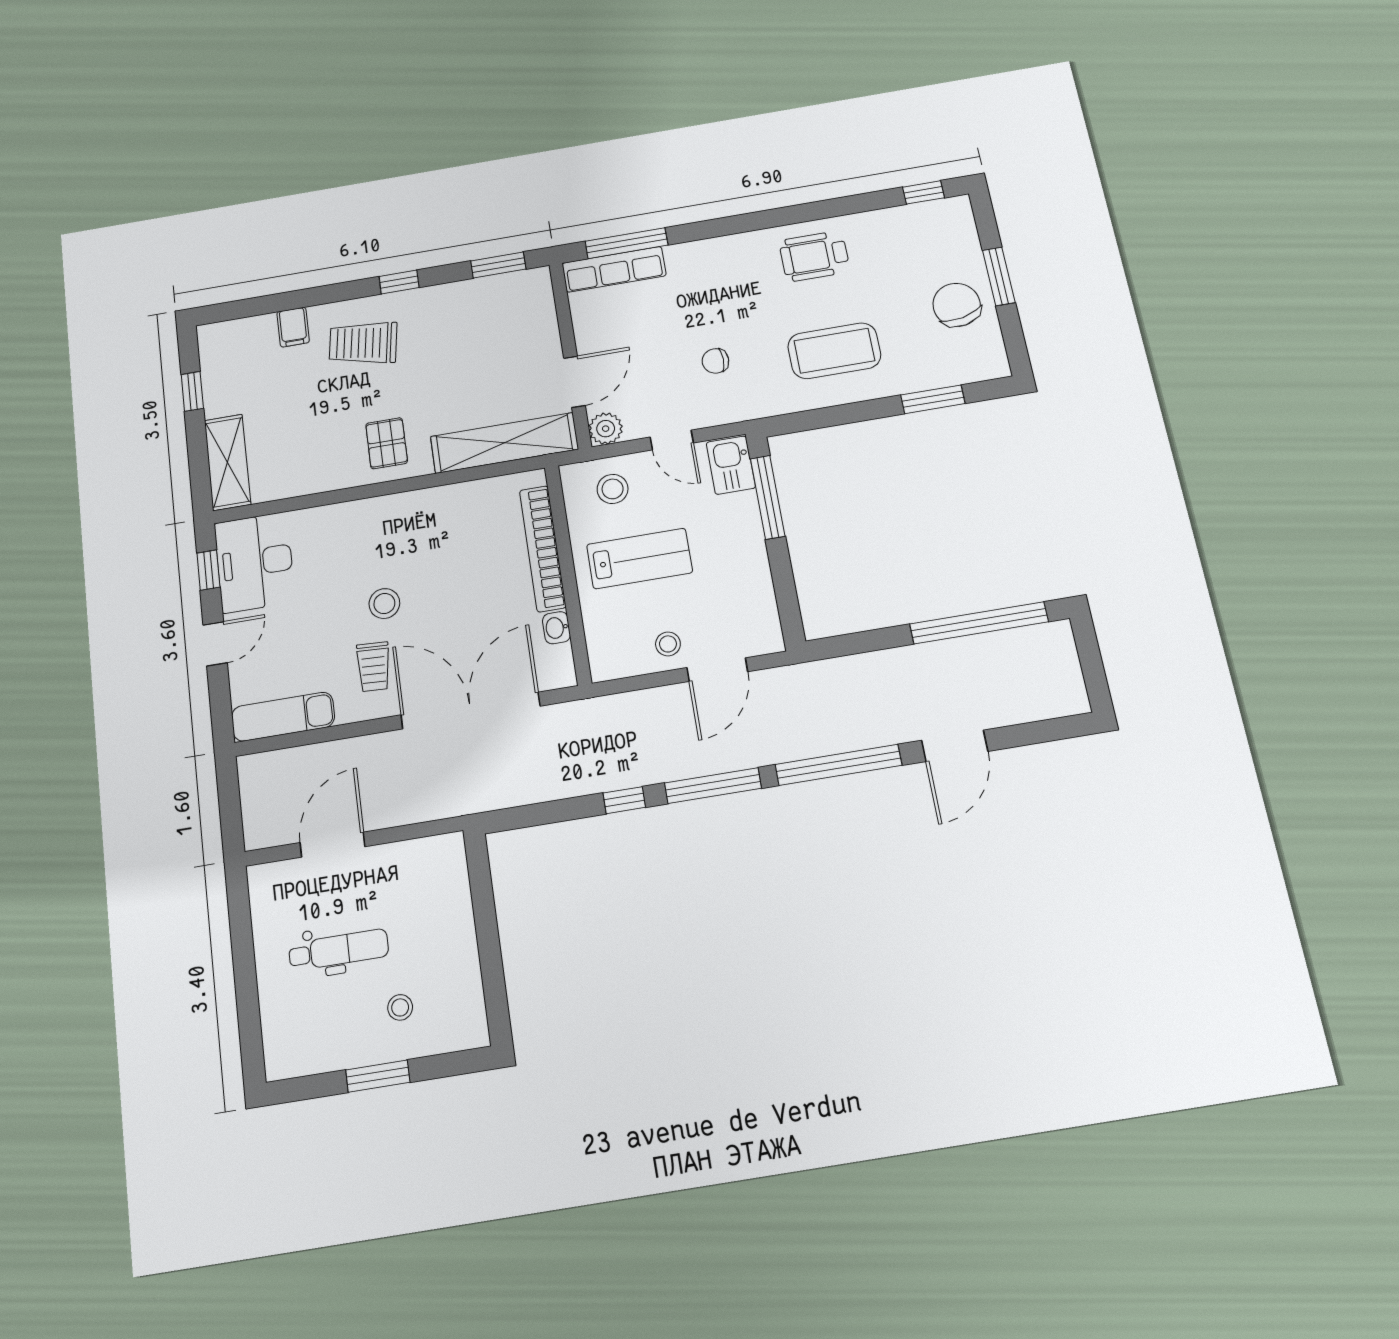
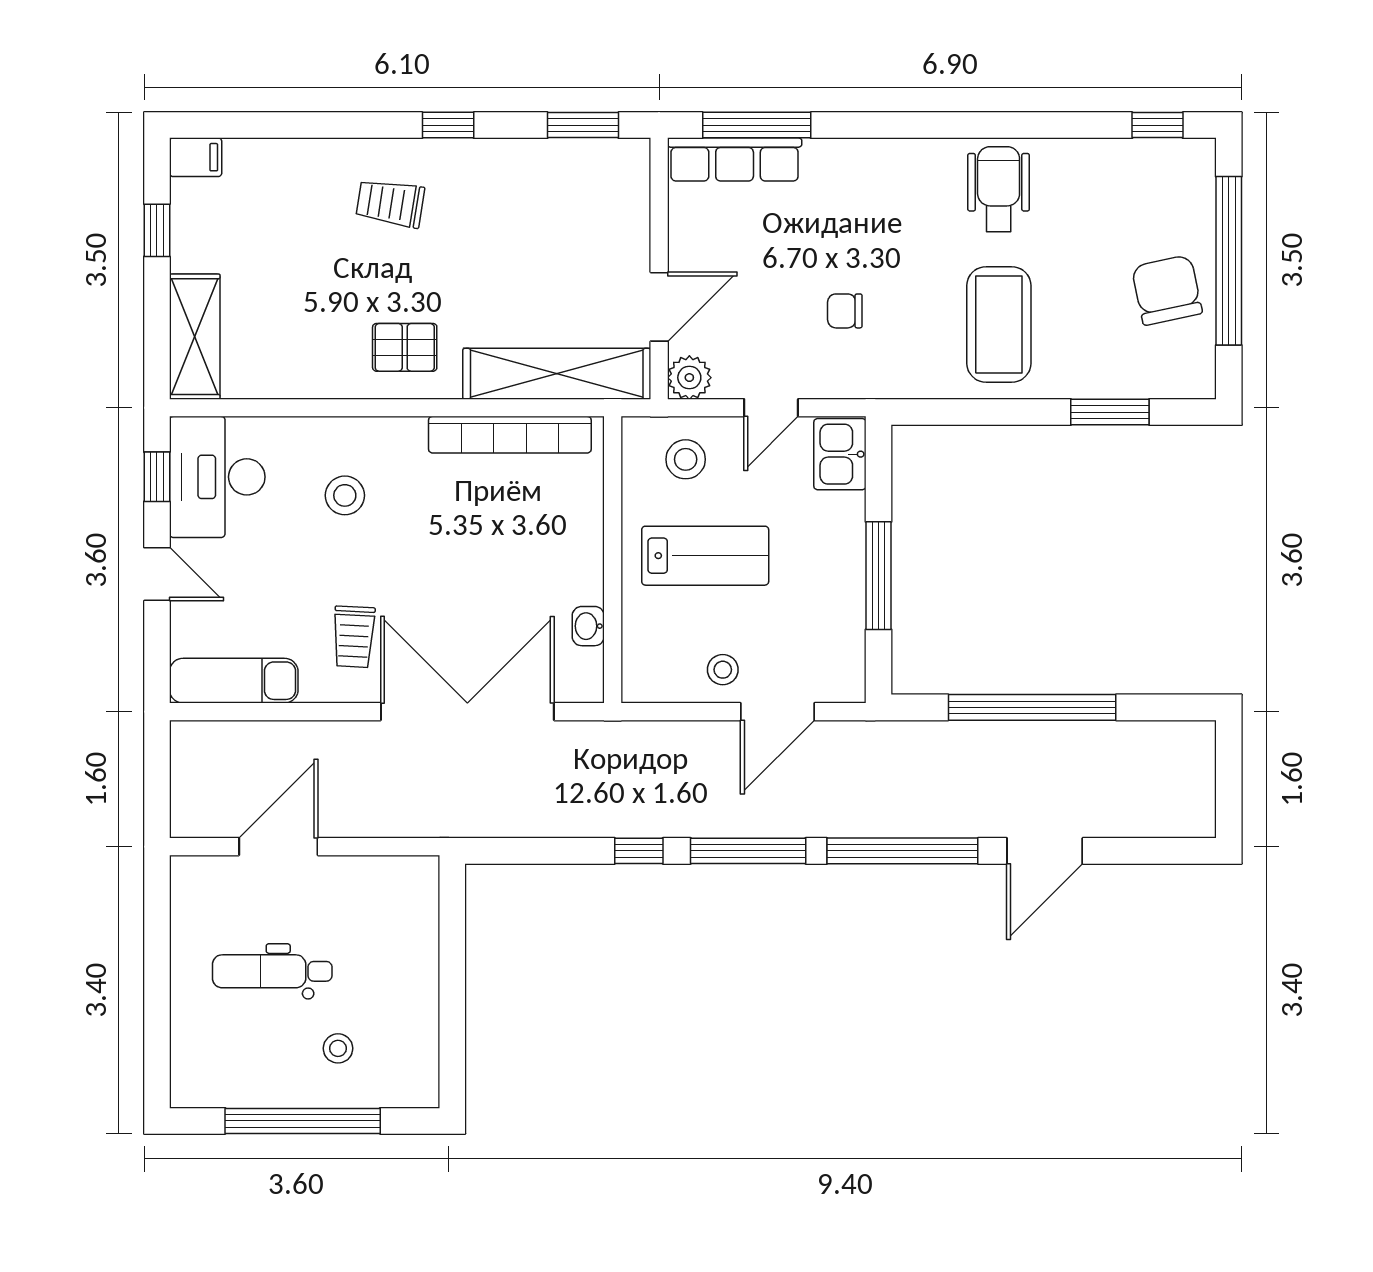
wheelchair: (814, 256) -> (999, 189), turned 90
window: (999, 276) -> (1229, 261), width x2.11
filing cabinet: (293, 327) -> (196, 157), moved, turned -90
trolley: (363, 343) -> (390, 203), width x0.73, depth x0.72
coffee table: (834, 351) -> (999, 324), turned 90
door: (672, 440) -> (771, 408), hinge flipped
pallet: (387, 443) -> (405, 347), turned 90
window: (768, 497) -> (878, 576), moved
bookcase: (543, 548) -> (510, 435), moved, turned -90
stool: (384, 603) -> (345, 495), moved
window: (979, 623) -> (1032, 707), moved
door: (215, 644) -> (157, 574), hinge flipped
dental chair: (339, 950) -> (272, 971), turned 180
window: (378, 1076) -> (303, 1121), width x2.11

